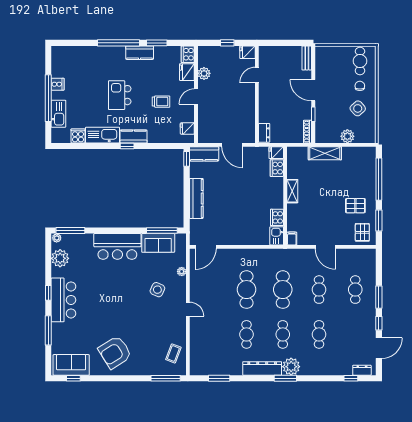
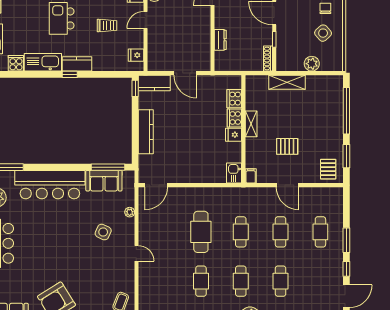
dresser: (264, 133) -> (220, 40), moved
fridge: (276, 153) -> (234, 135), moved
pallet: (355, 206) -> (287, 146), moved
cooker: (277, 217) -> (234, 118), moved
bar counter: (117, 246) -> (50, 185), width x1.36
cafe table: (283, 290) -> (241, 232), width x0.73, depth x0.74

